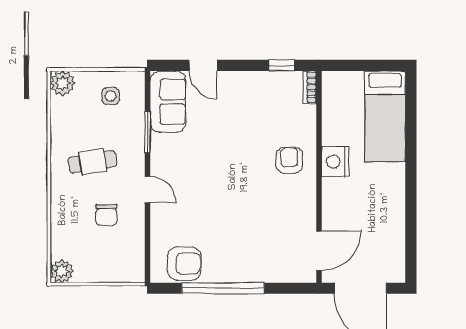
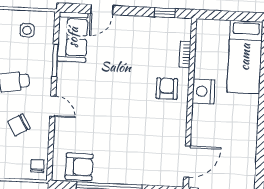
door: (203, 65) -> (102, 10), hinge flipped
bookcase: (310, 87) -> (185, 54), moved
chair: (106, 215) -> (19, 125), turned 60
chair: (132, 265) -> (37, 166), added

